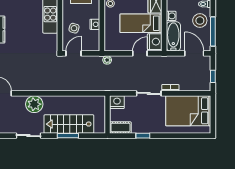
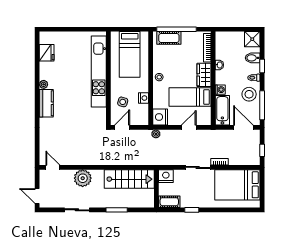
nightstand: (155, 42) -> (160, 117), moved, turned 180
stairs: (69, 124) -> (129, 179), moved, turned 180

